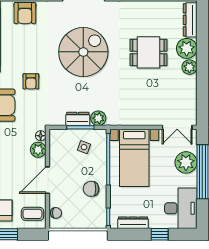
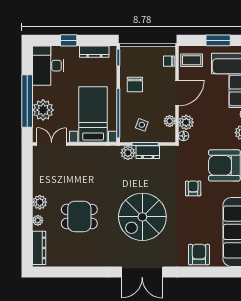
plant: (187, 48) -> (38, 220), width x0.53, depth x0.53
plant: (55, 151) -> (170, 121), added
chair: (91, 189) -> (135, 84), turned 90

